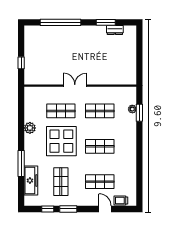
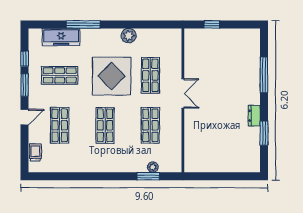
window: (60, 22) -> (264, 75), width x0.68
dresser: (115, 30) -> (254, 116), moved
door: (105, 209) -> (25, 117), moved

